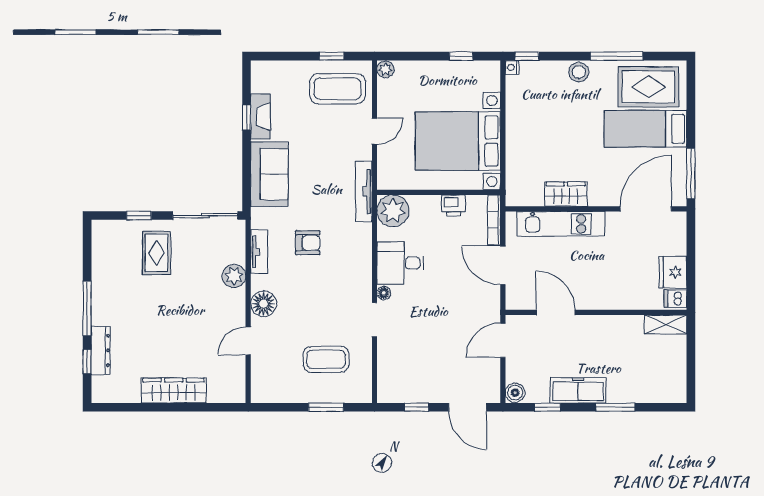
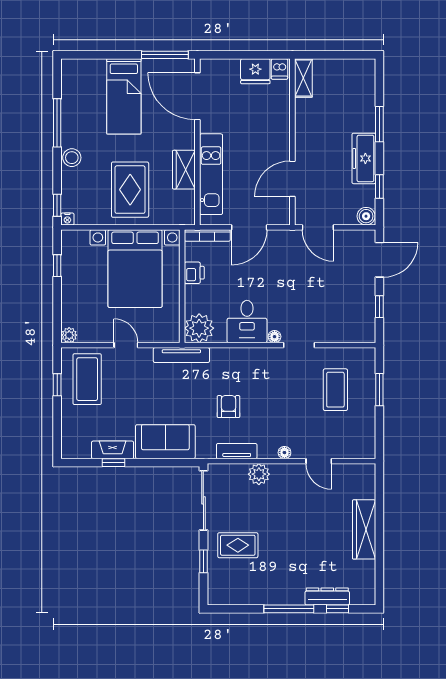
rug: (649, 87) -> (130, 190), moved
floor lamp: (264, 304) -> (284, 453), width x0.53, depth x0.53

